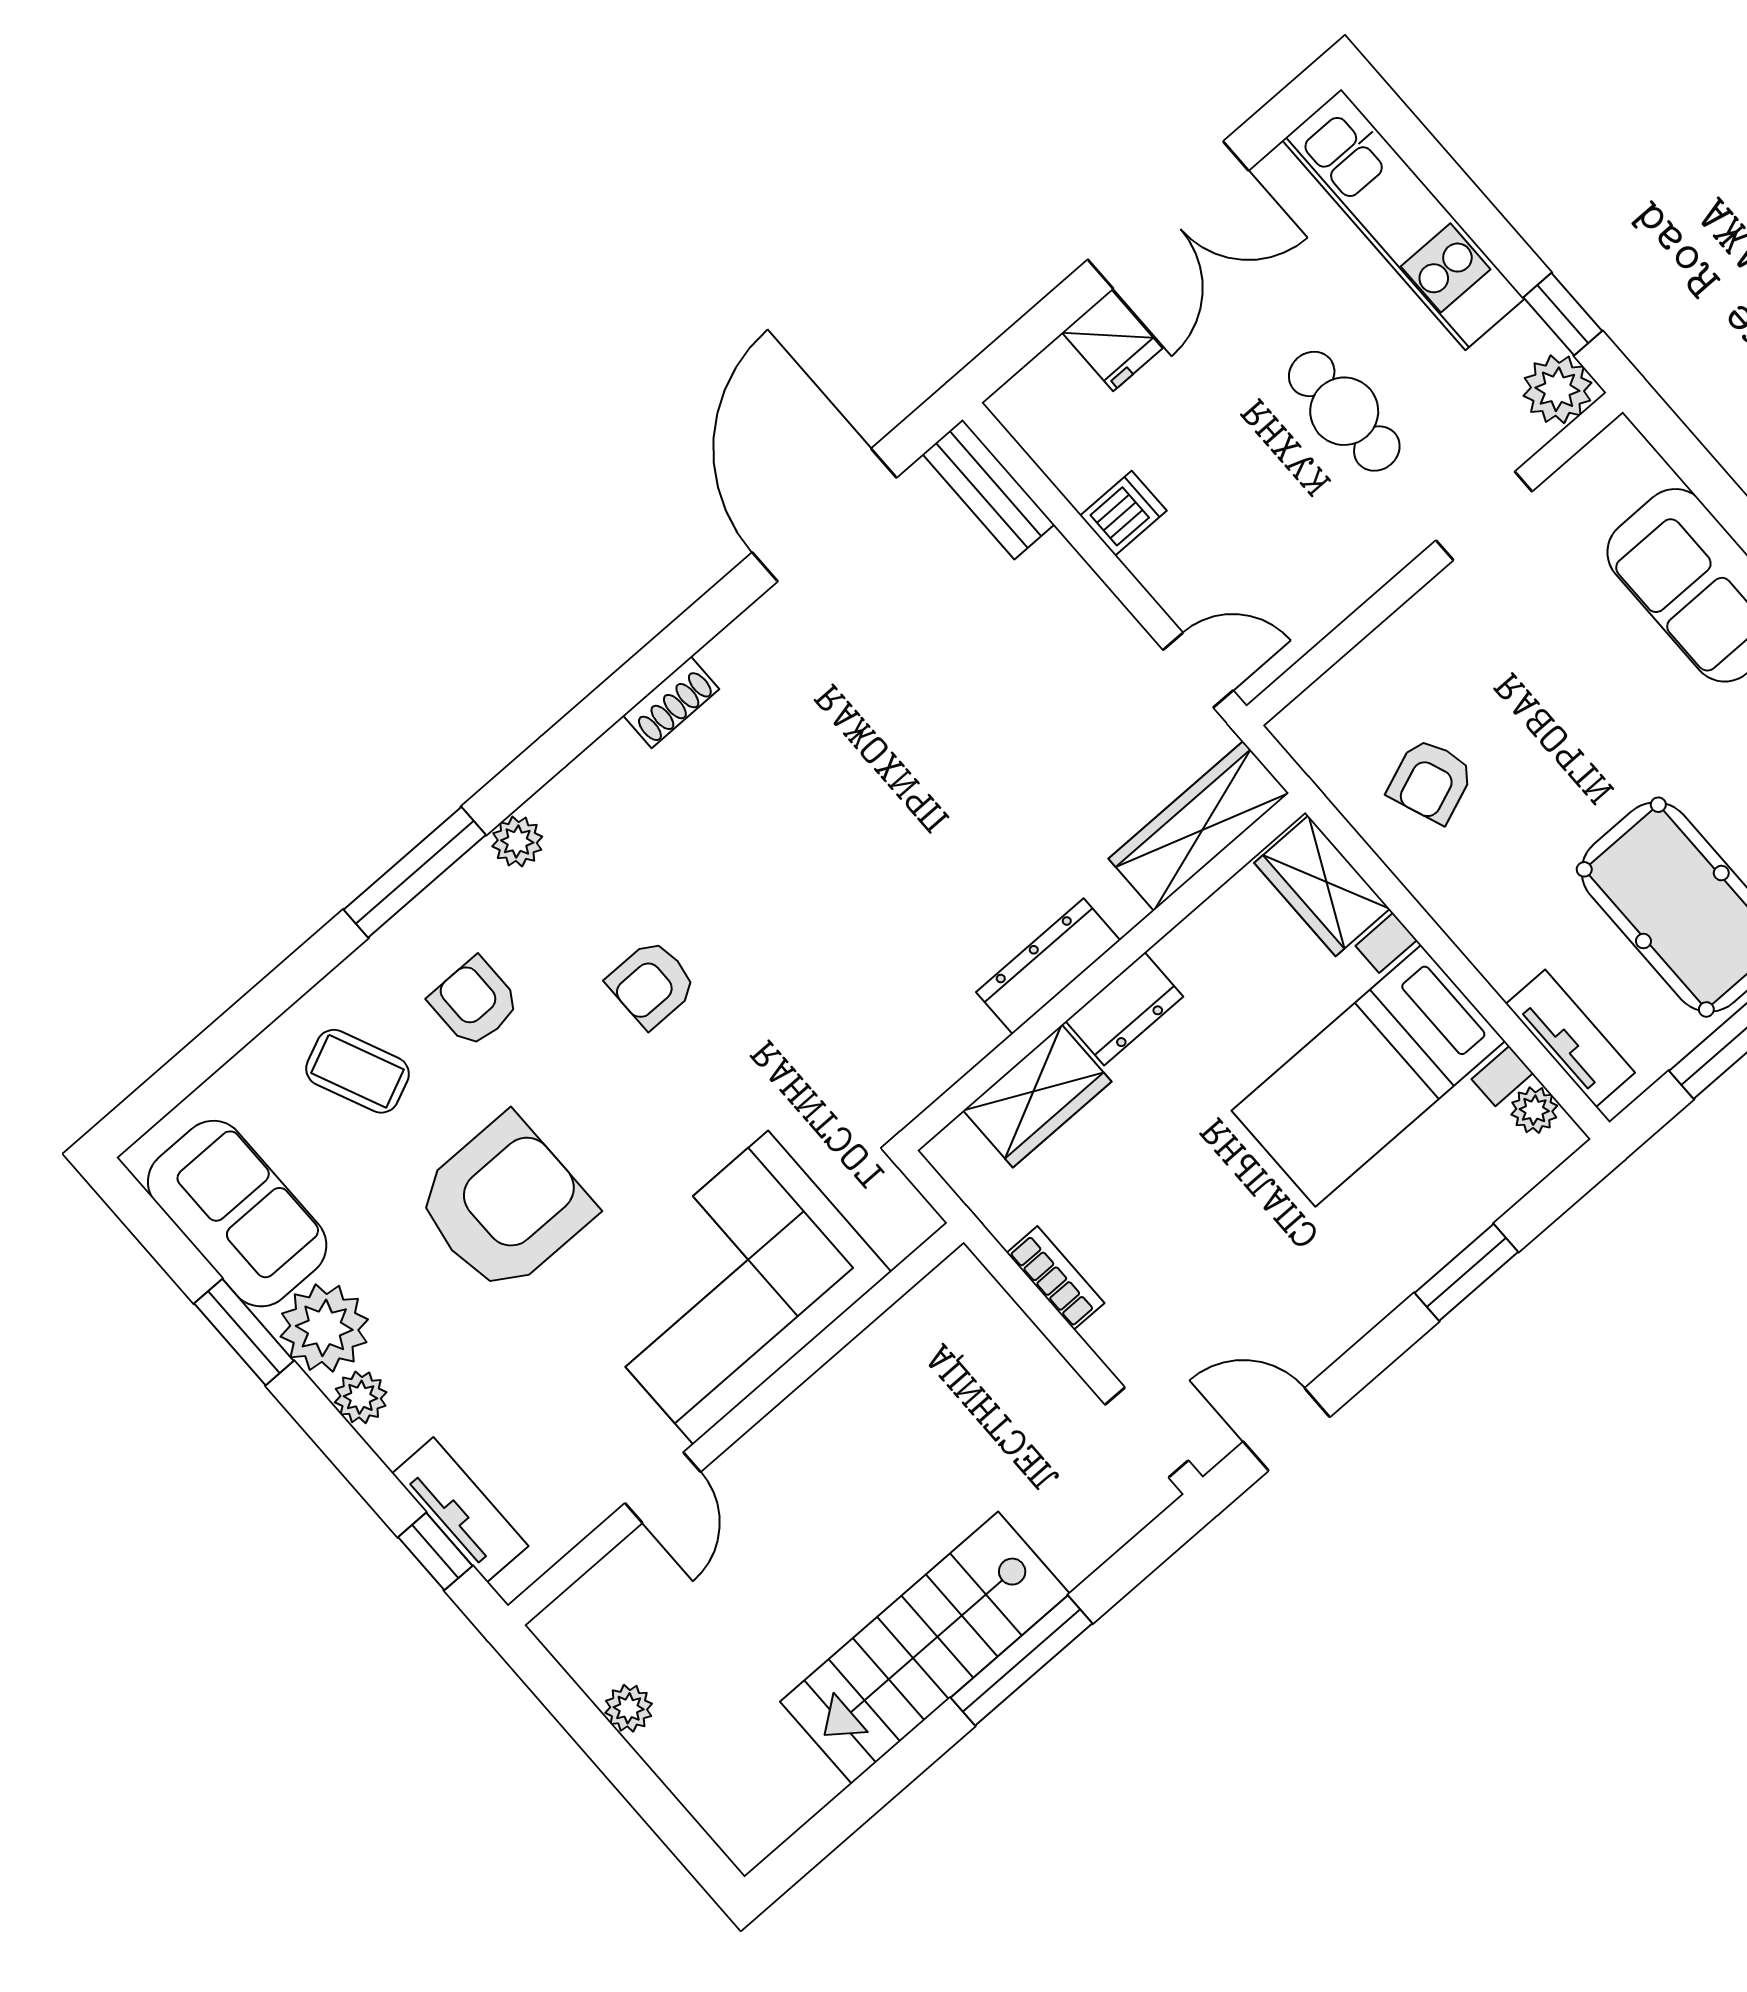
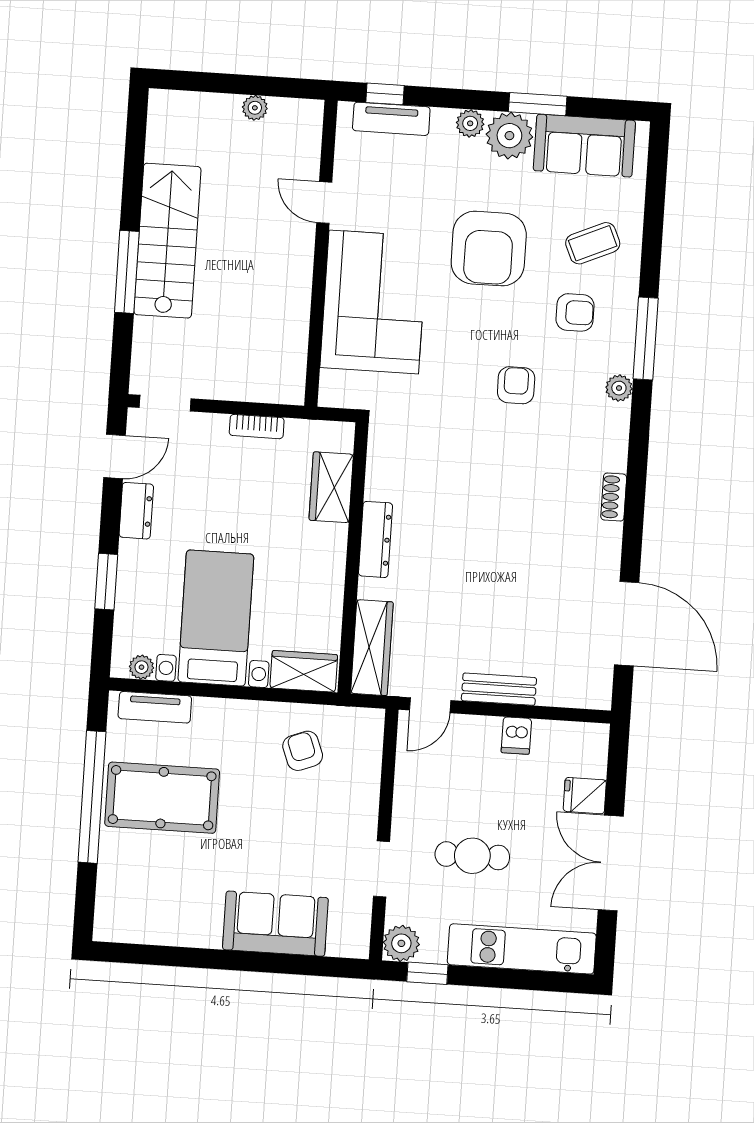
bench: (988, 489) -> (499, 689), moved
dresser: (1124, 1009) -> (136, 511), moved, turned 180

